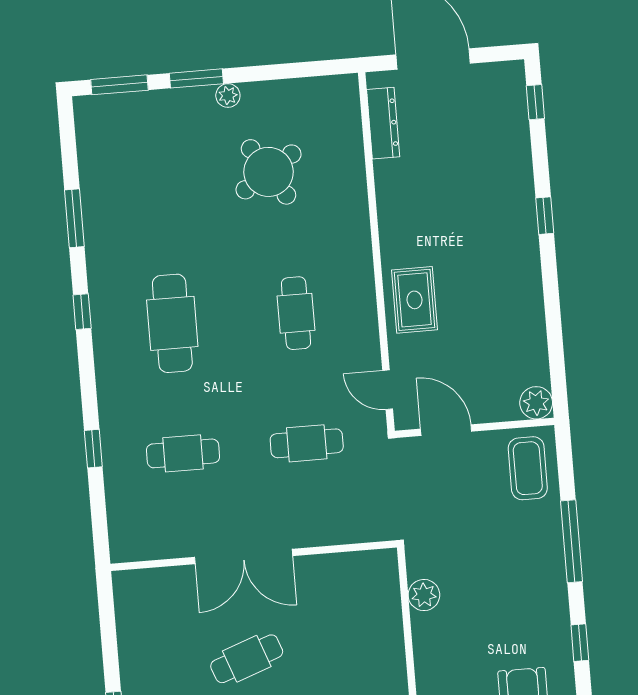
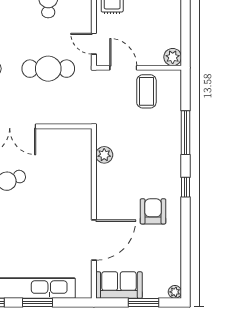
cafe table: (307, 443) -> (48, 69), width x1.37, depth x1.35
coffee table: (528, 468) -> (146, 91), moved

